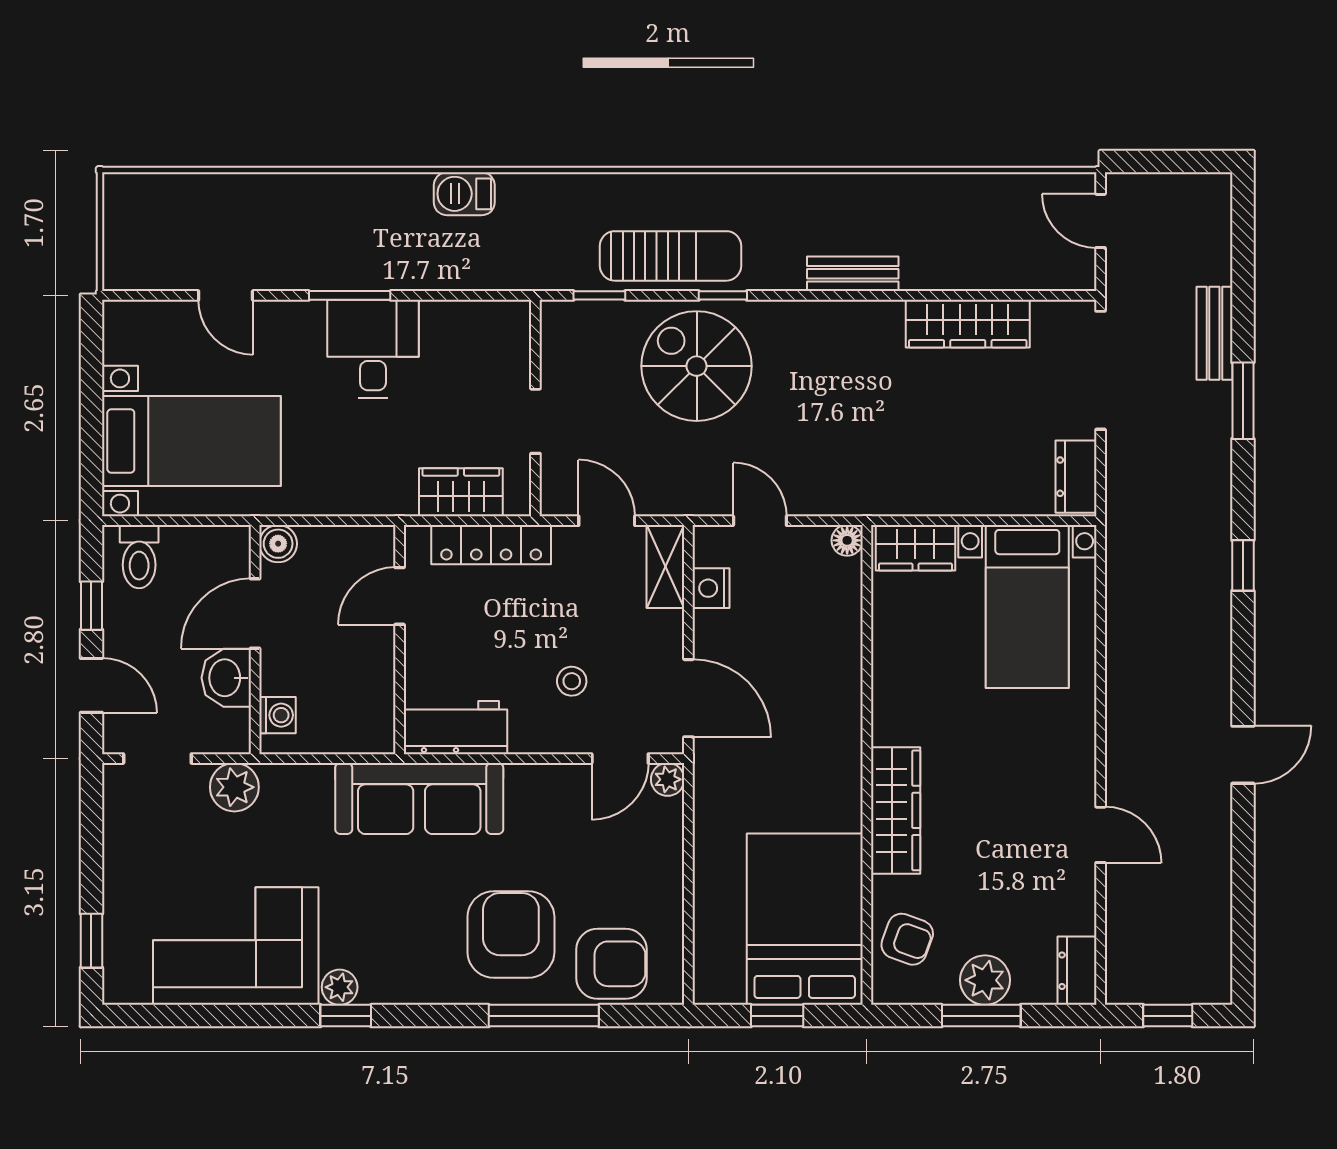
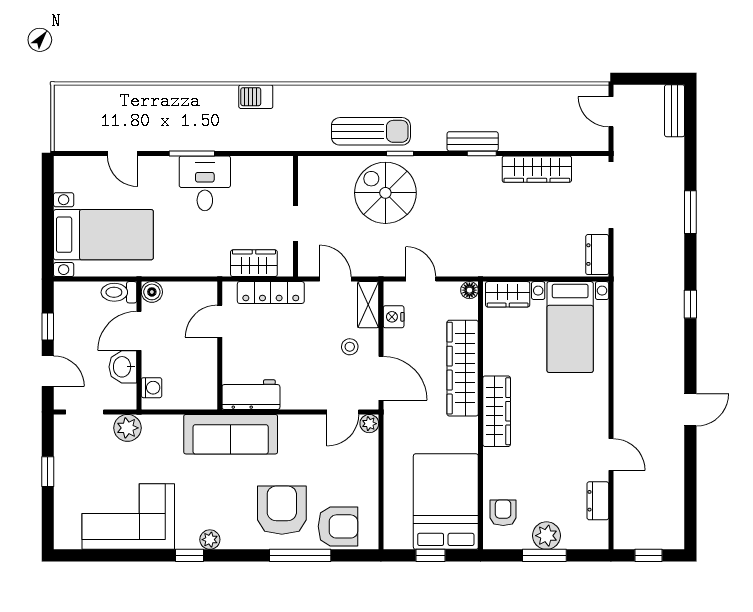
window: (599, 295) -> (482, 153), moved
bench: (1214, 333) -> (675, 111), moved
toilet: (139, 557) -> (119, 292), moved, turned 90
wardrobe: (835, 680) -> (463, 368), added
stool: (572, 681) -> (350, 347), moved
wardrobe: (896, 810) -> (497, 411), moved
armchair: (907, 939) -> (503, 513), turned -110
window: (91, 941) -> (48, 472), moved
dresser: (1077, 971) -> (598, 501), moved
plant: (340, 987) -> (210, 540), moved

